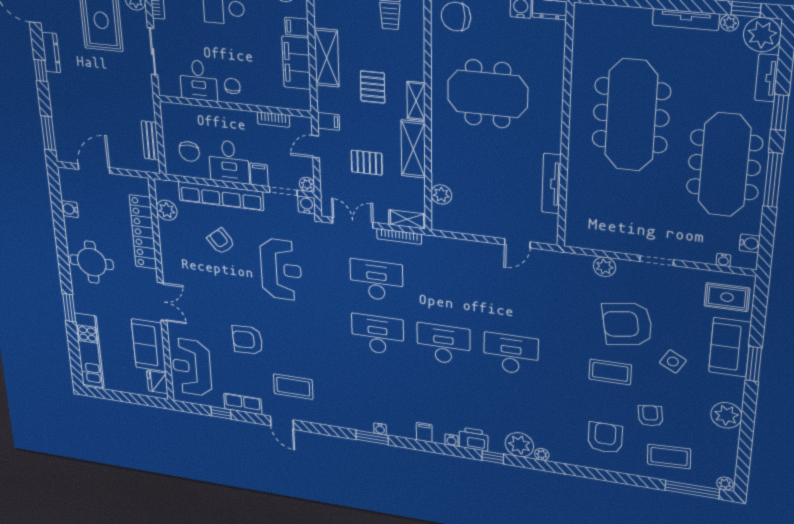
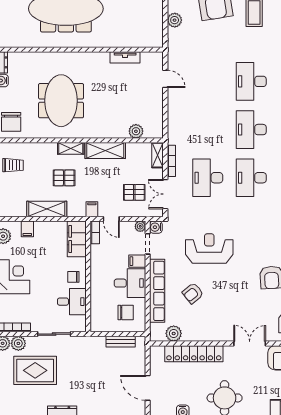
filing cabinet: (296, 63) -> (77, 239), moved, turned 90
bookcase: (273, 119) -> (95, 232), moved
pallet: (367, 163) -> (134, 192), moved, turned 90
tv unit: (551, 184) -> (125, 57), width x0.71

